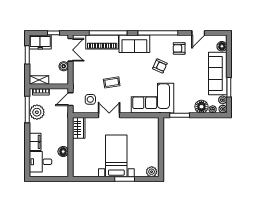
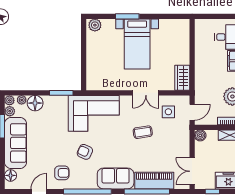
boiler: (64, 66) -> (200, 135), moved
floor lamp: (63, 152) -> (201, 49), removed

